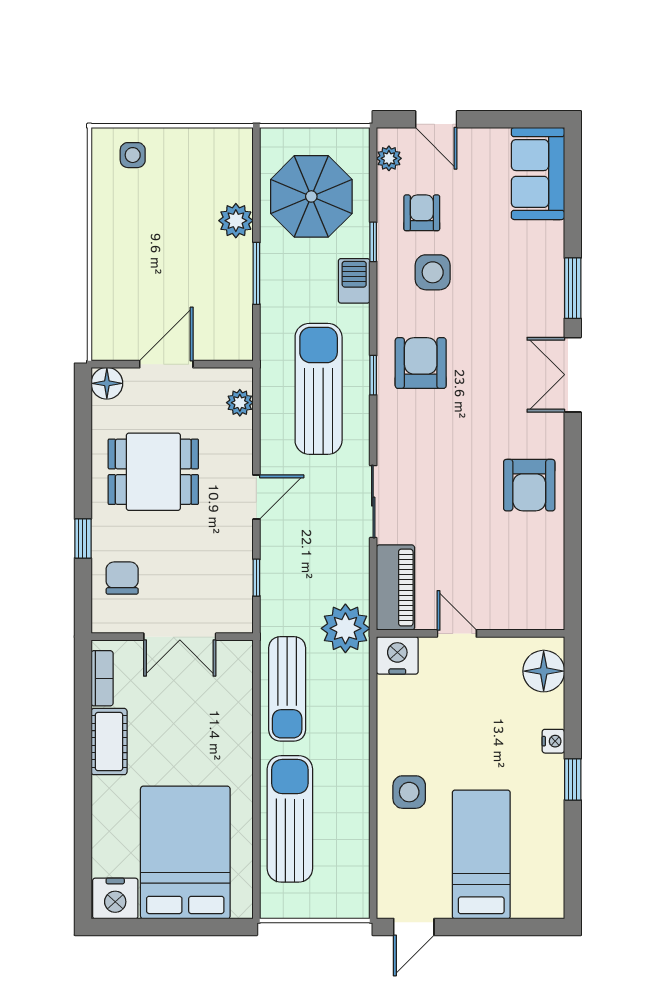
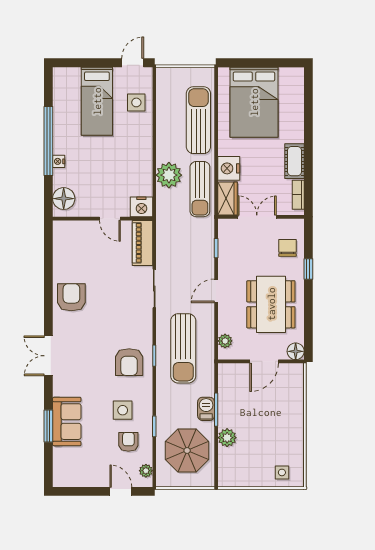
sofa: (538, 173) -> (67, 422), moved
armchair: (422, 213) -> (128, 442), turned 180
barbecue: (354, 281) -> (206, 409), moved, turned 180
window: (573, 288) -> (48, 426), moved
double door: (573, 375) -> (48, 356), swing flipped
dining table: (153, 472) -> (271, 304), width x1.38
chair: (122, 578) -> (288, 248), turned 180
plant: (345, 628) -> (169, 175), moved
wardrobe: (235, 671) -> (228, 198), added
sun lounger: (287, 689) -> (200, 189), turned 180
window: (573, 779) -> (48, 141), width x3.17
side table: (409, 792) -> (136, 102), moved
sun lounger: (290, 819) -> (198, 120), turned 180
nightstand: (115, 898) -> (229, 168), moved, turned -90

